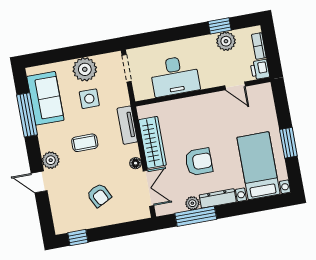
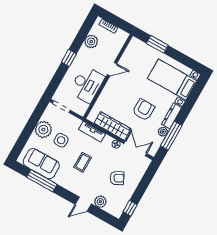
window: (220, 26) -> (69, 58), moved
printer: (260, 70) -> (121, 36), removed
door: (235, 86) -> (112, 69), moved
window: (288, 143) -> (157, 44), moved
plant: (51, 160) -> (100, 202), moved

